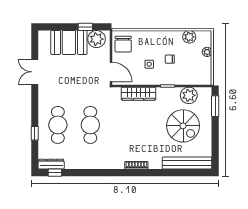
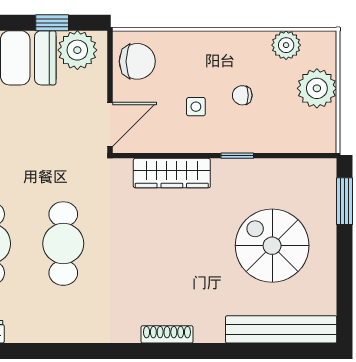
chair: (123, 44) -> (137, 61), turned -90
plant: (207, 52) -> (317, 88), width x1.88, depth x1.88
door: (111, 72) -> (110, 124), hinge flipped
plant: (189, 95) -> (285, 177), removed
spiral stairs: (183, 126) -> (272, 246), turned 180

